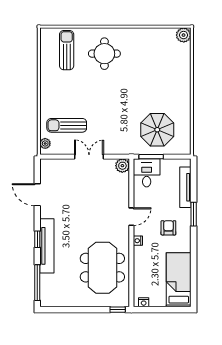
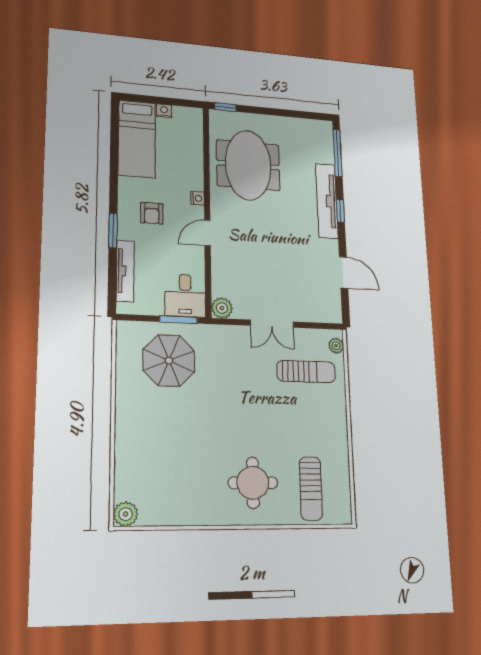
nightstand: (144, 302) -> (164, 111), moved

